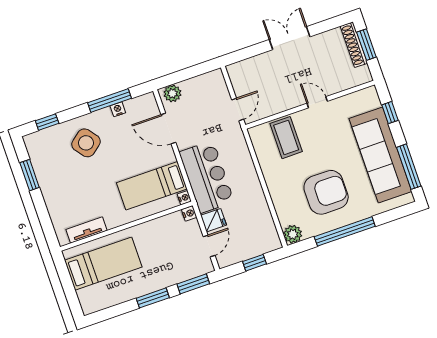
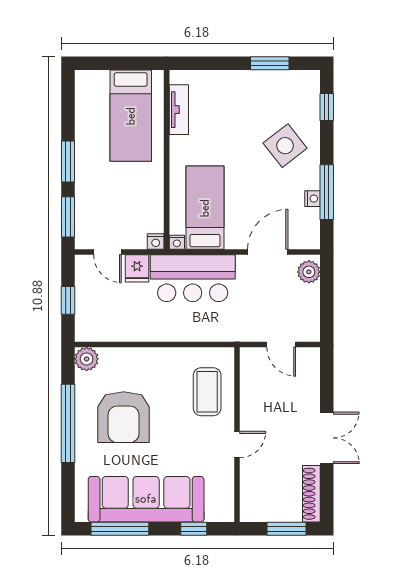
shoe rack: (354, 45) -> (311, 494), moved, turned -90
door: (238, 110) -> (281, 344), moved
coffee table: (286, 138) -> (207, 392), turned 90

